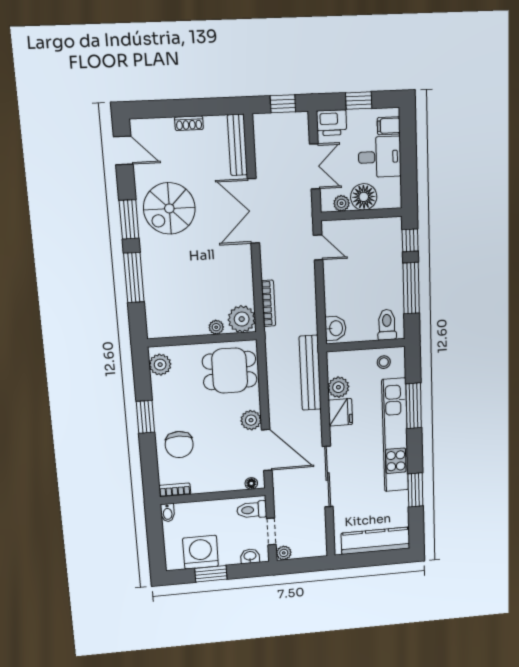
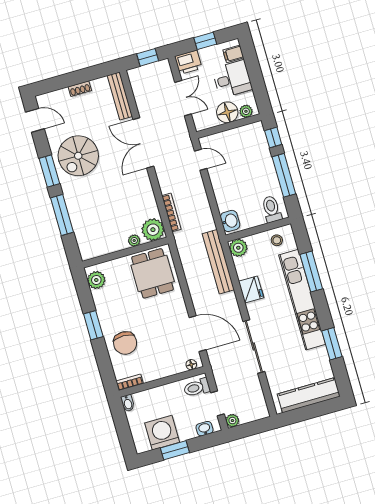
plant: (341, 203) -> (246, 111), moved
dining table: (230, 371) -> (153, 273), turned 90
plant: (338, 387) -> (238, 248), moved
plant: (251, 420) -> (179, 311), removed

